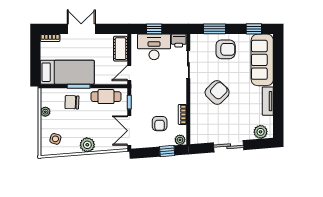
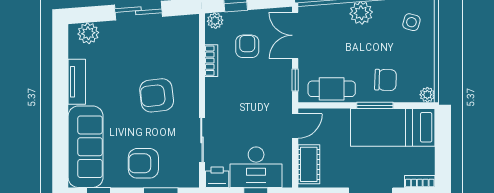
armchair: (217, 92) -> (157, 95), turned 40
plant: (45, 112) -> (427, 95), moved
double door: (129, 131) -> (295, 35), swing flipped

